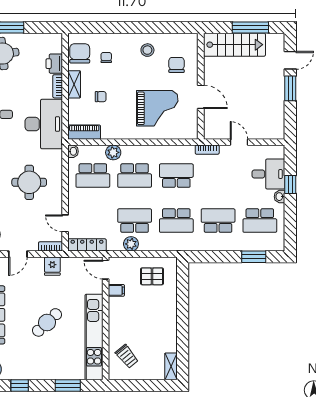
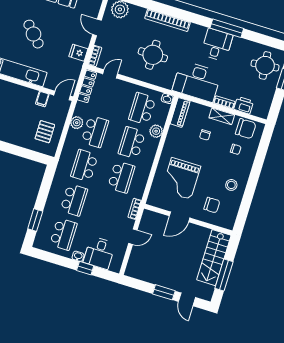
school desk: (260, 221) -> (63, 234), turned 180

